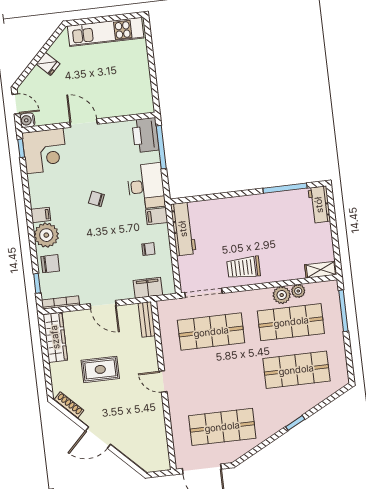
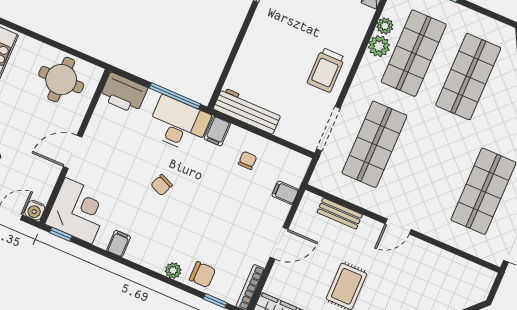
round table: (130, 86) -> (61, 80), added
window: (161, 147) -> (175, 96), moved
filing cabinet: (41, 215) -> (119, 244), moved
plant: (46, 235) -> (173, 270), width x0.53, depth x0.53
chair: (50, 264) -> (202, 275), turned 90
filing cabinet: (148, 288) -> (285, 193), width x0.50
bench: (147, 319) -> (340, 213), moved

